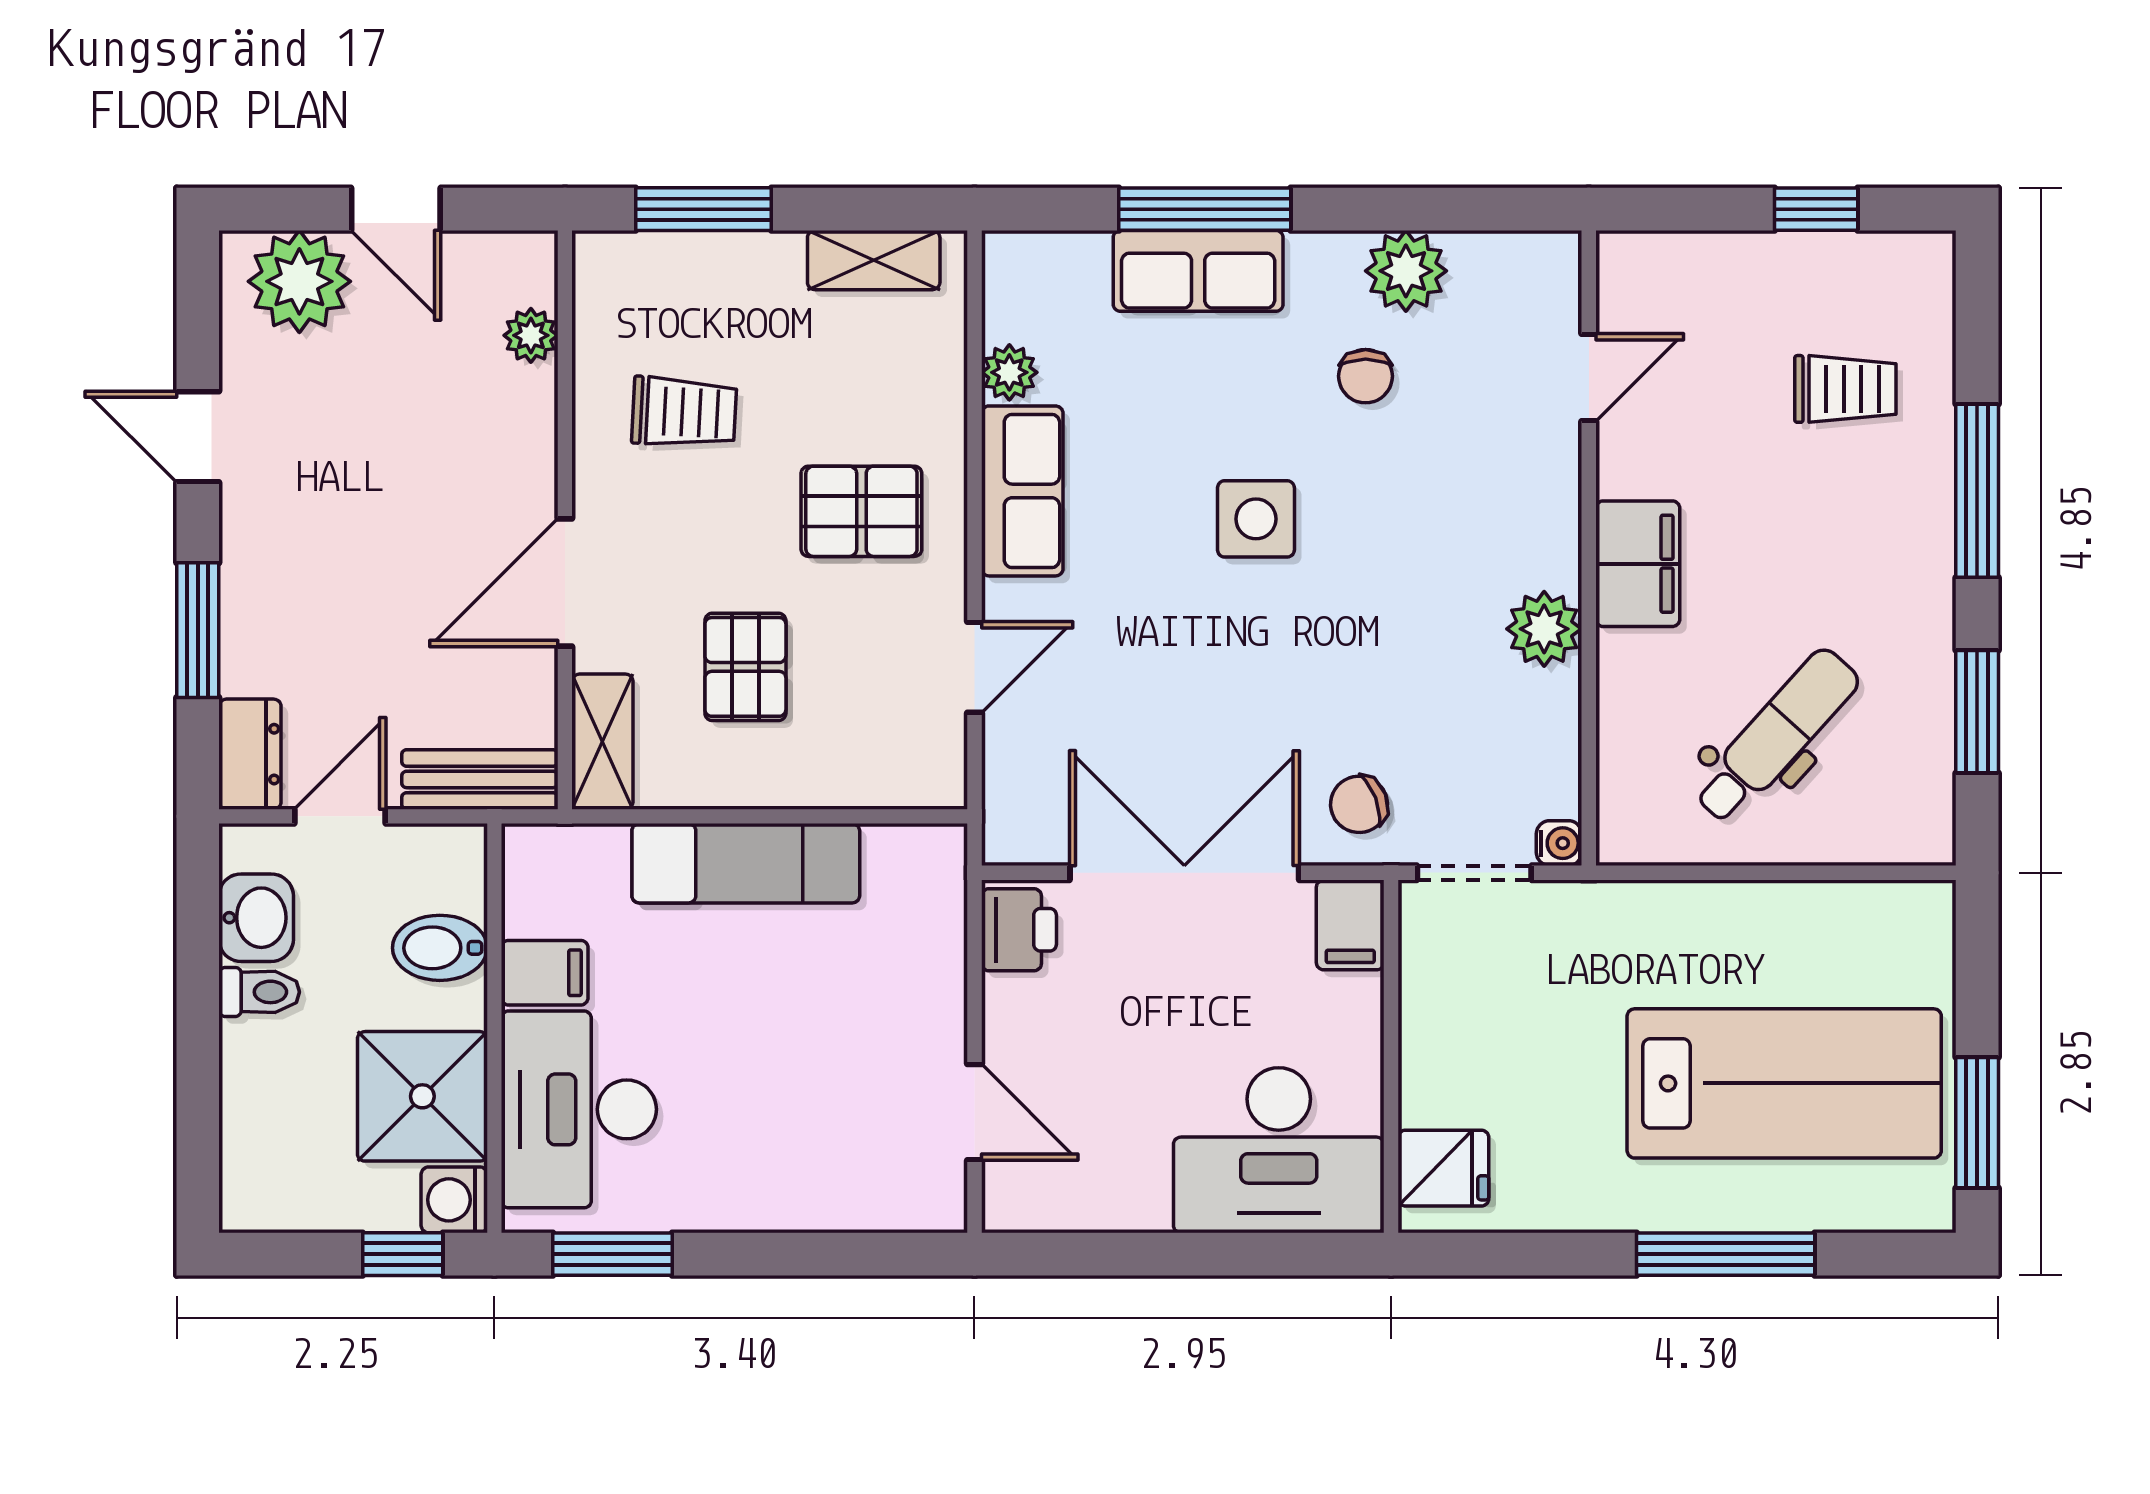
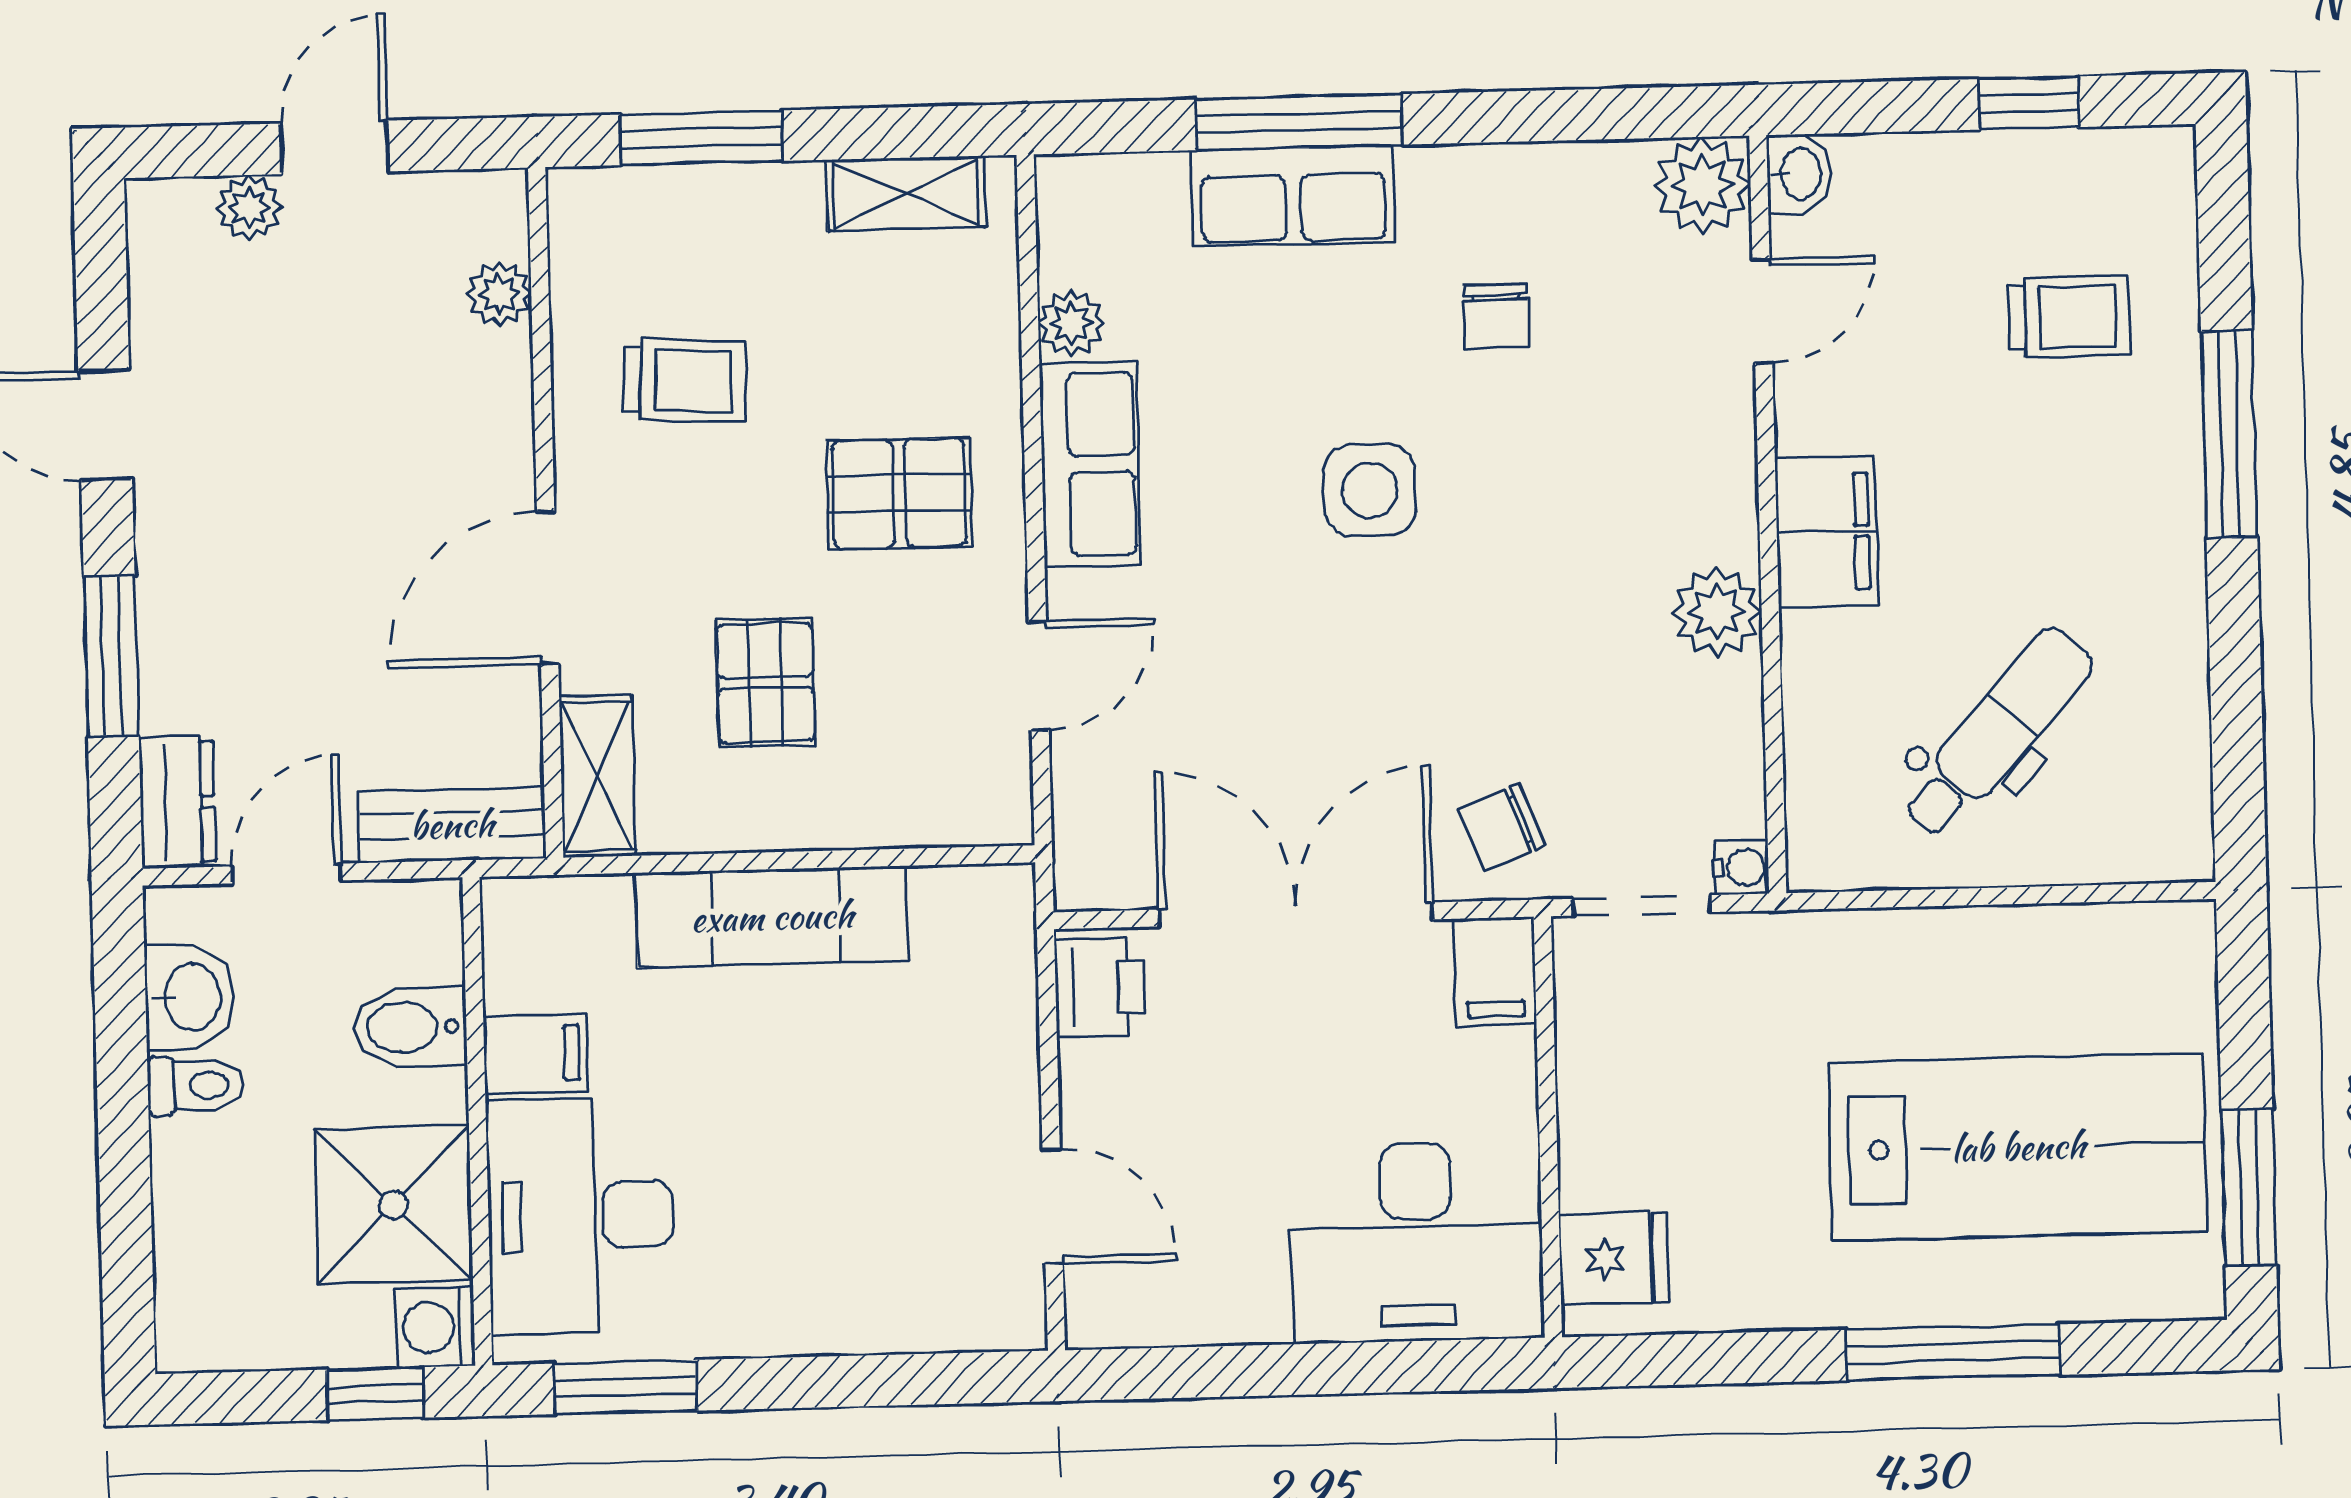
door: (396, 209) -> (334, 147), swing flipped
washbasin: (1623, 263) -> (1799, 174), added
plant: (1406, 271) -> (1702, 185), moved
plant: (299, 281) -> (249, 207), width x0.53, depth x0.53
window: (1977, 712) -> (2236, 698), removed

